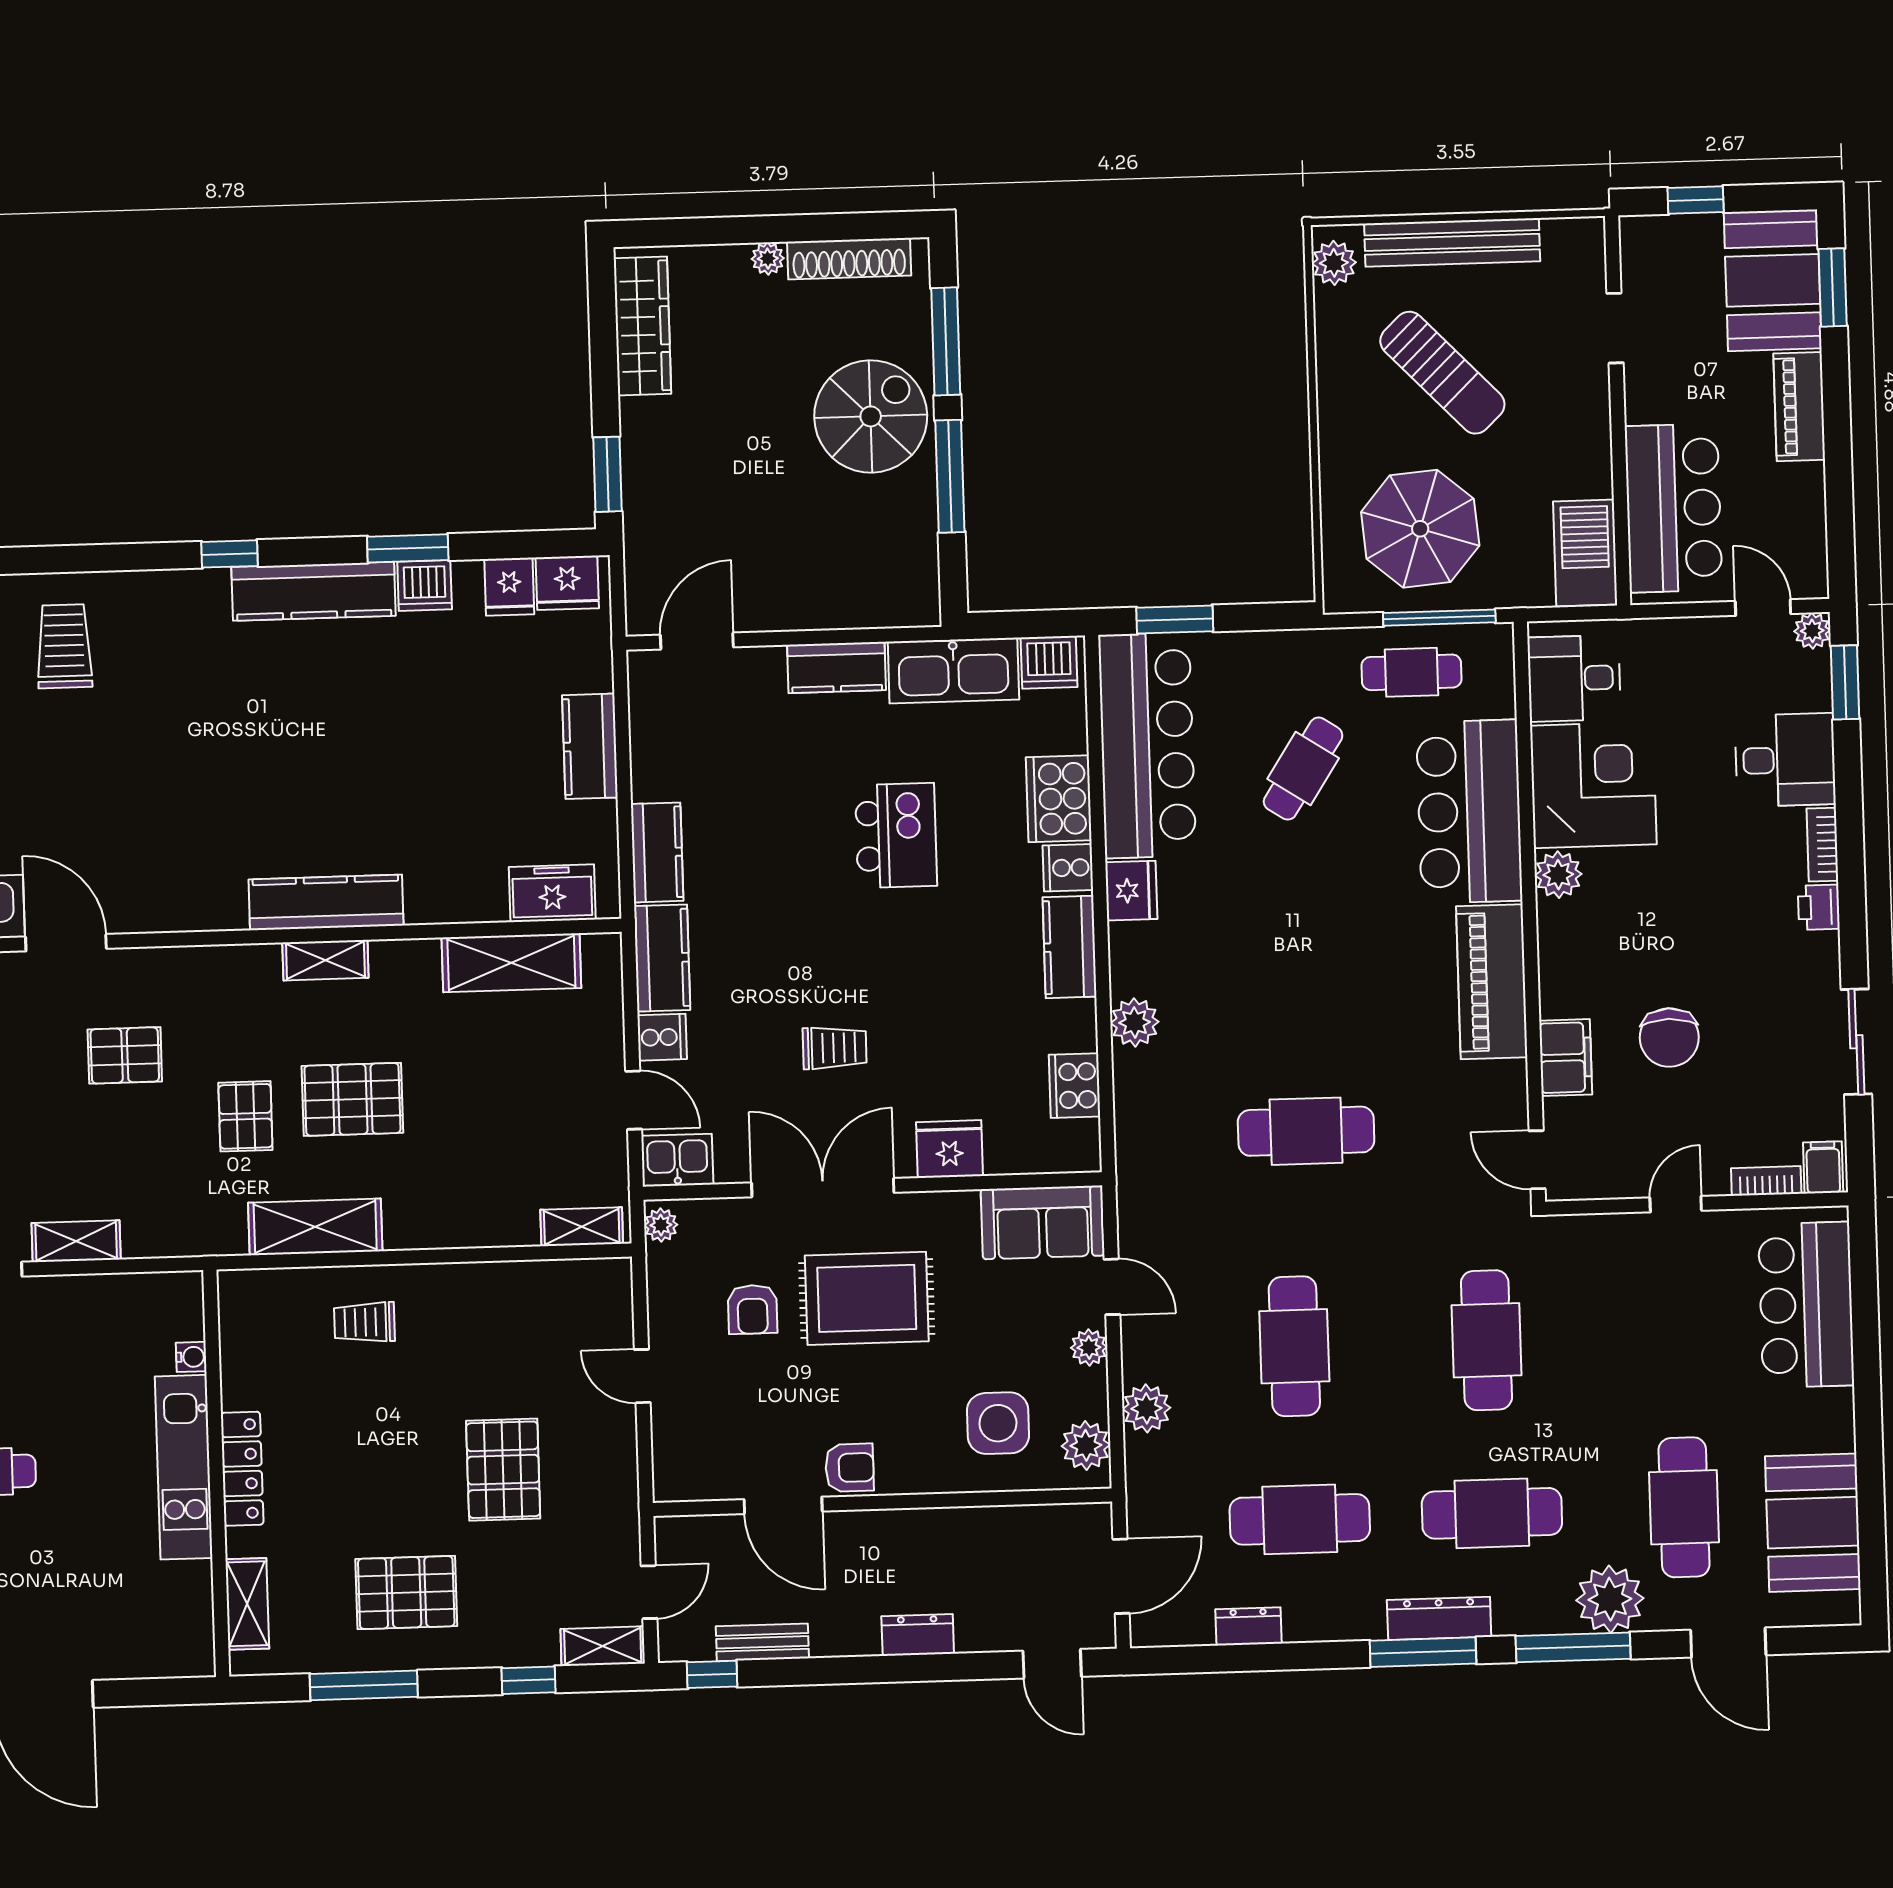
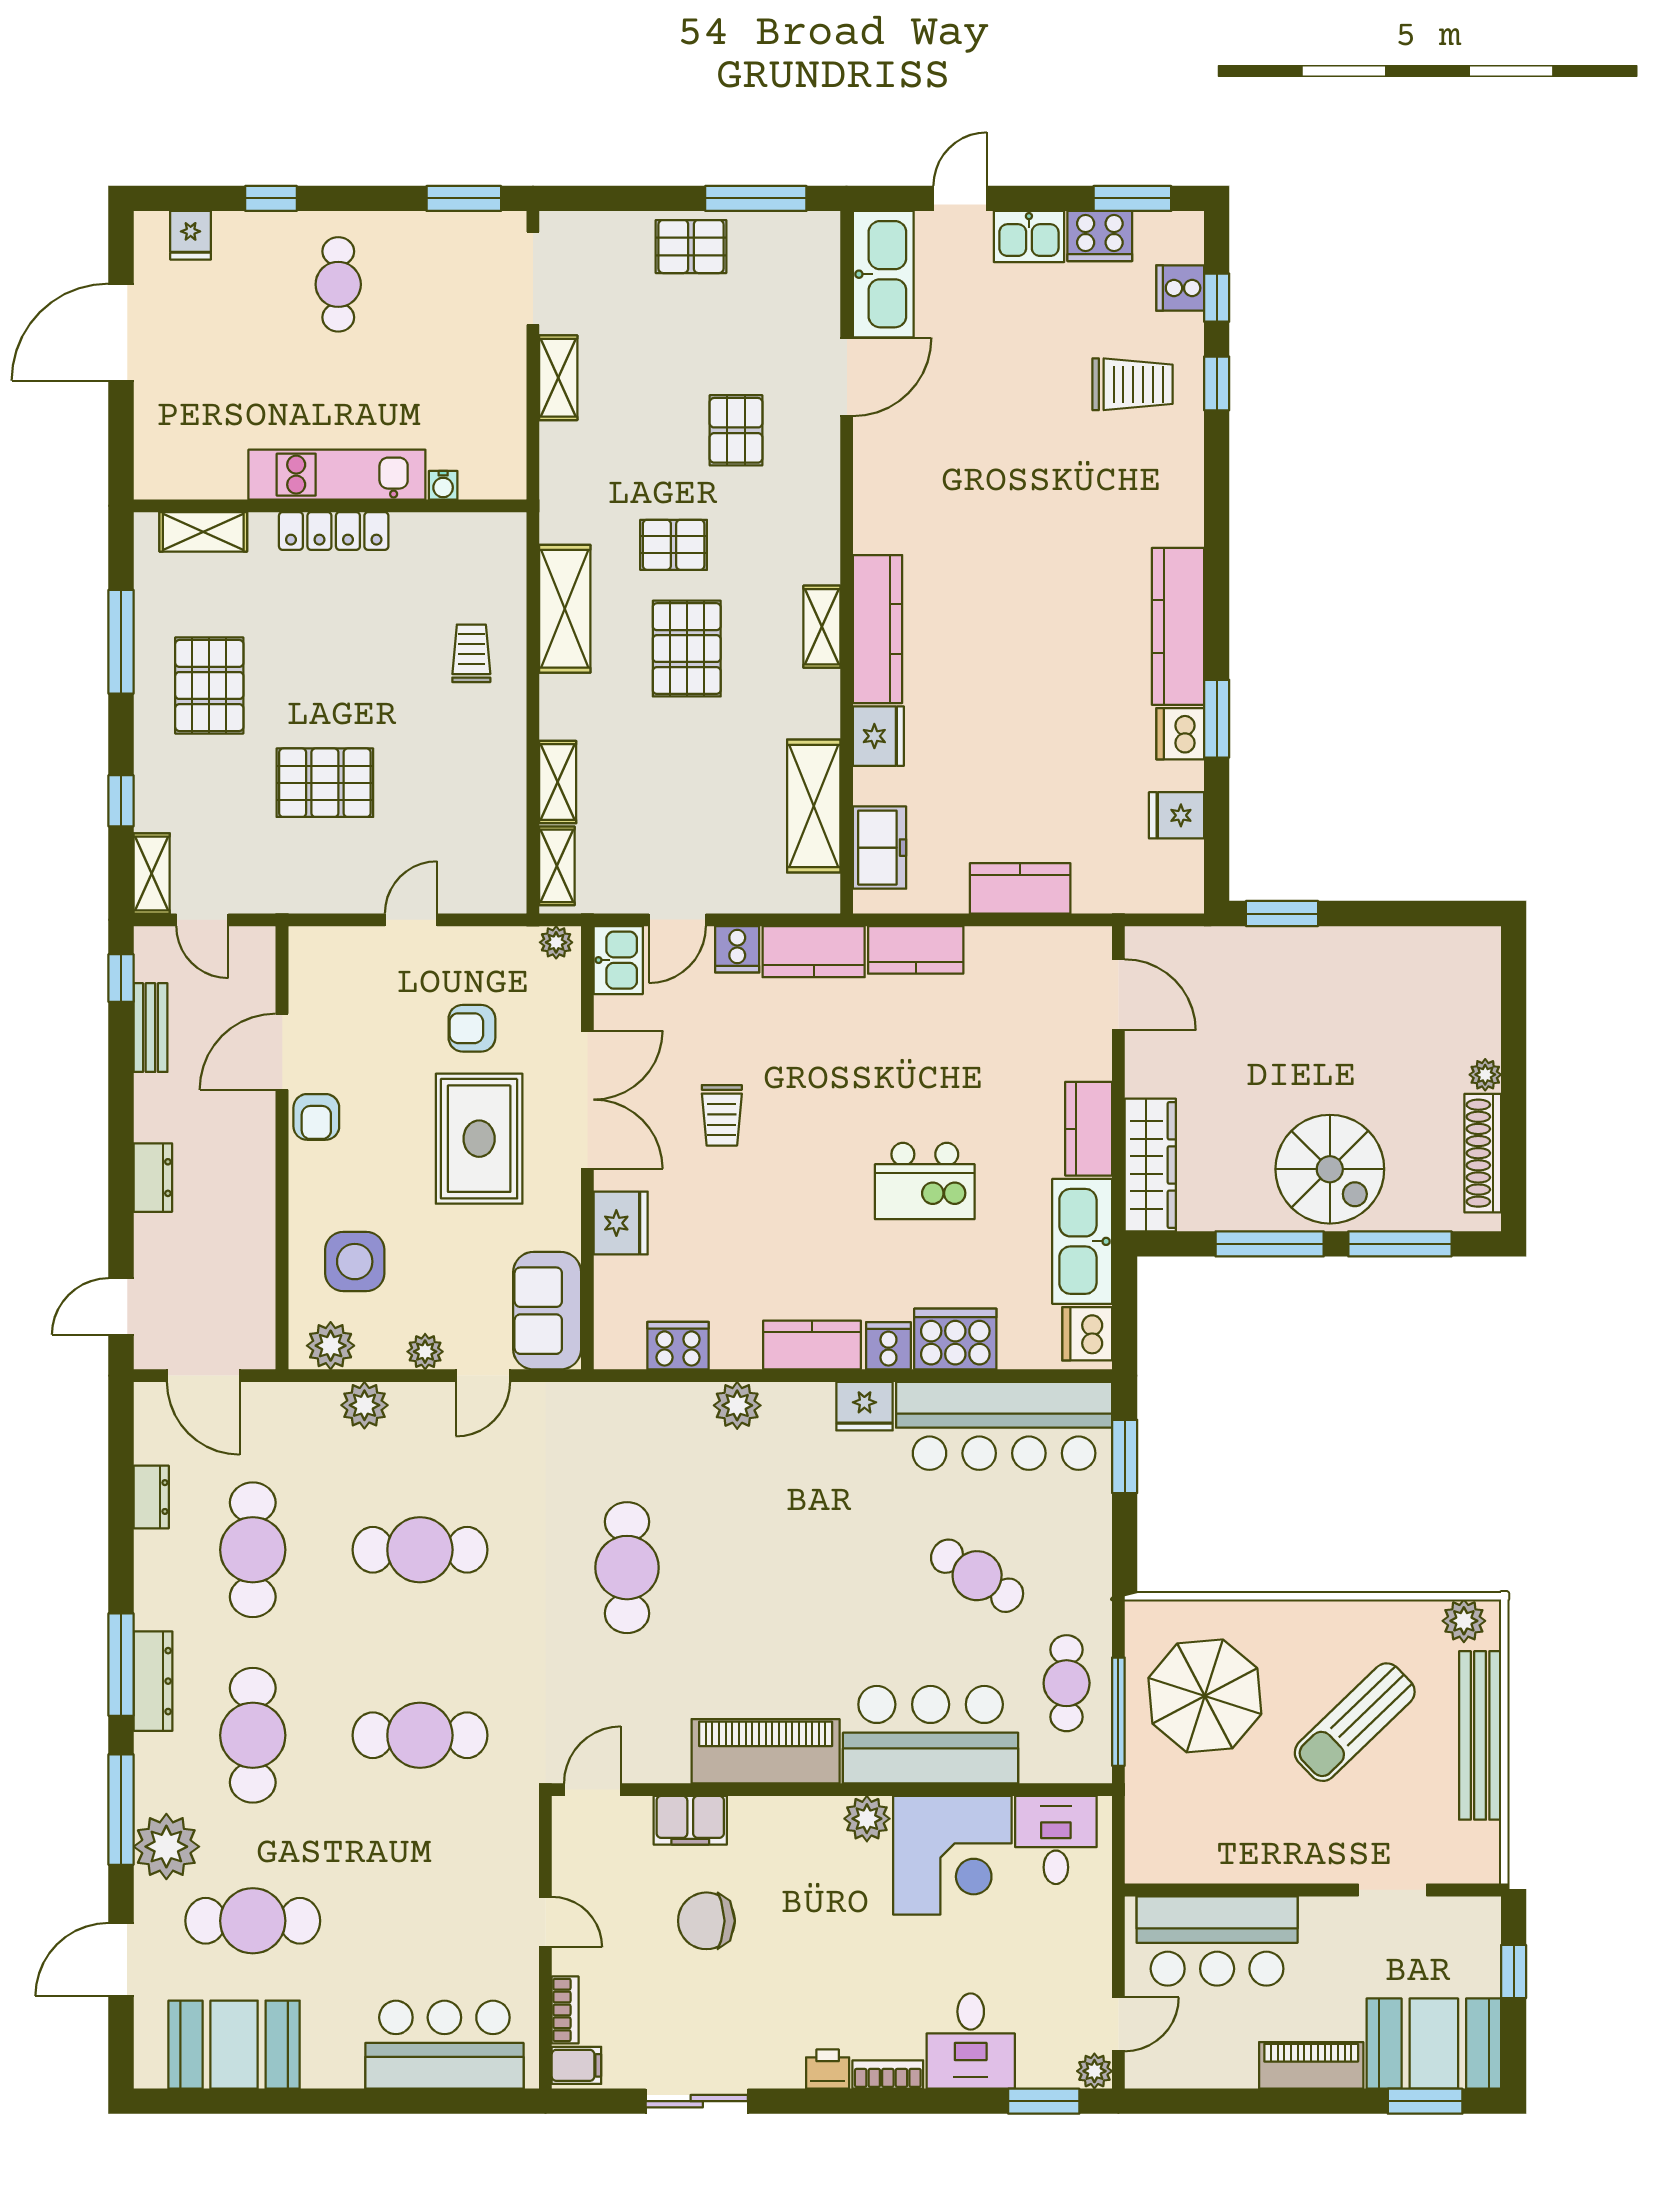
wardrobe: (642, 326) -> (1150, 1165), moved, turned -90
barbecue: (1585, 553) -> (1176, 1854), removed
window: (230, 554) -> (1217, 383), moved
fridge: (567, 583) -> (878, 736), moved, turned 180
shelving: (495, 1229) -> (558, 782), added

